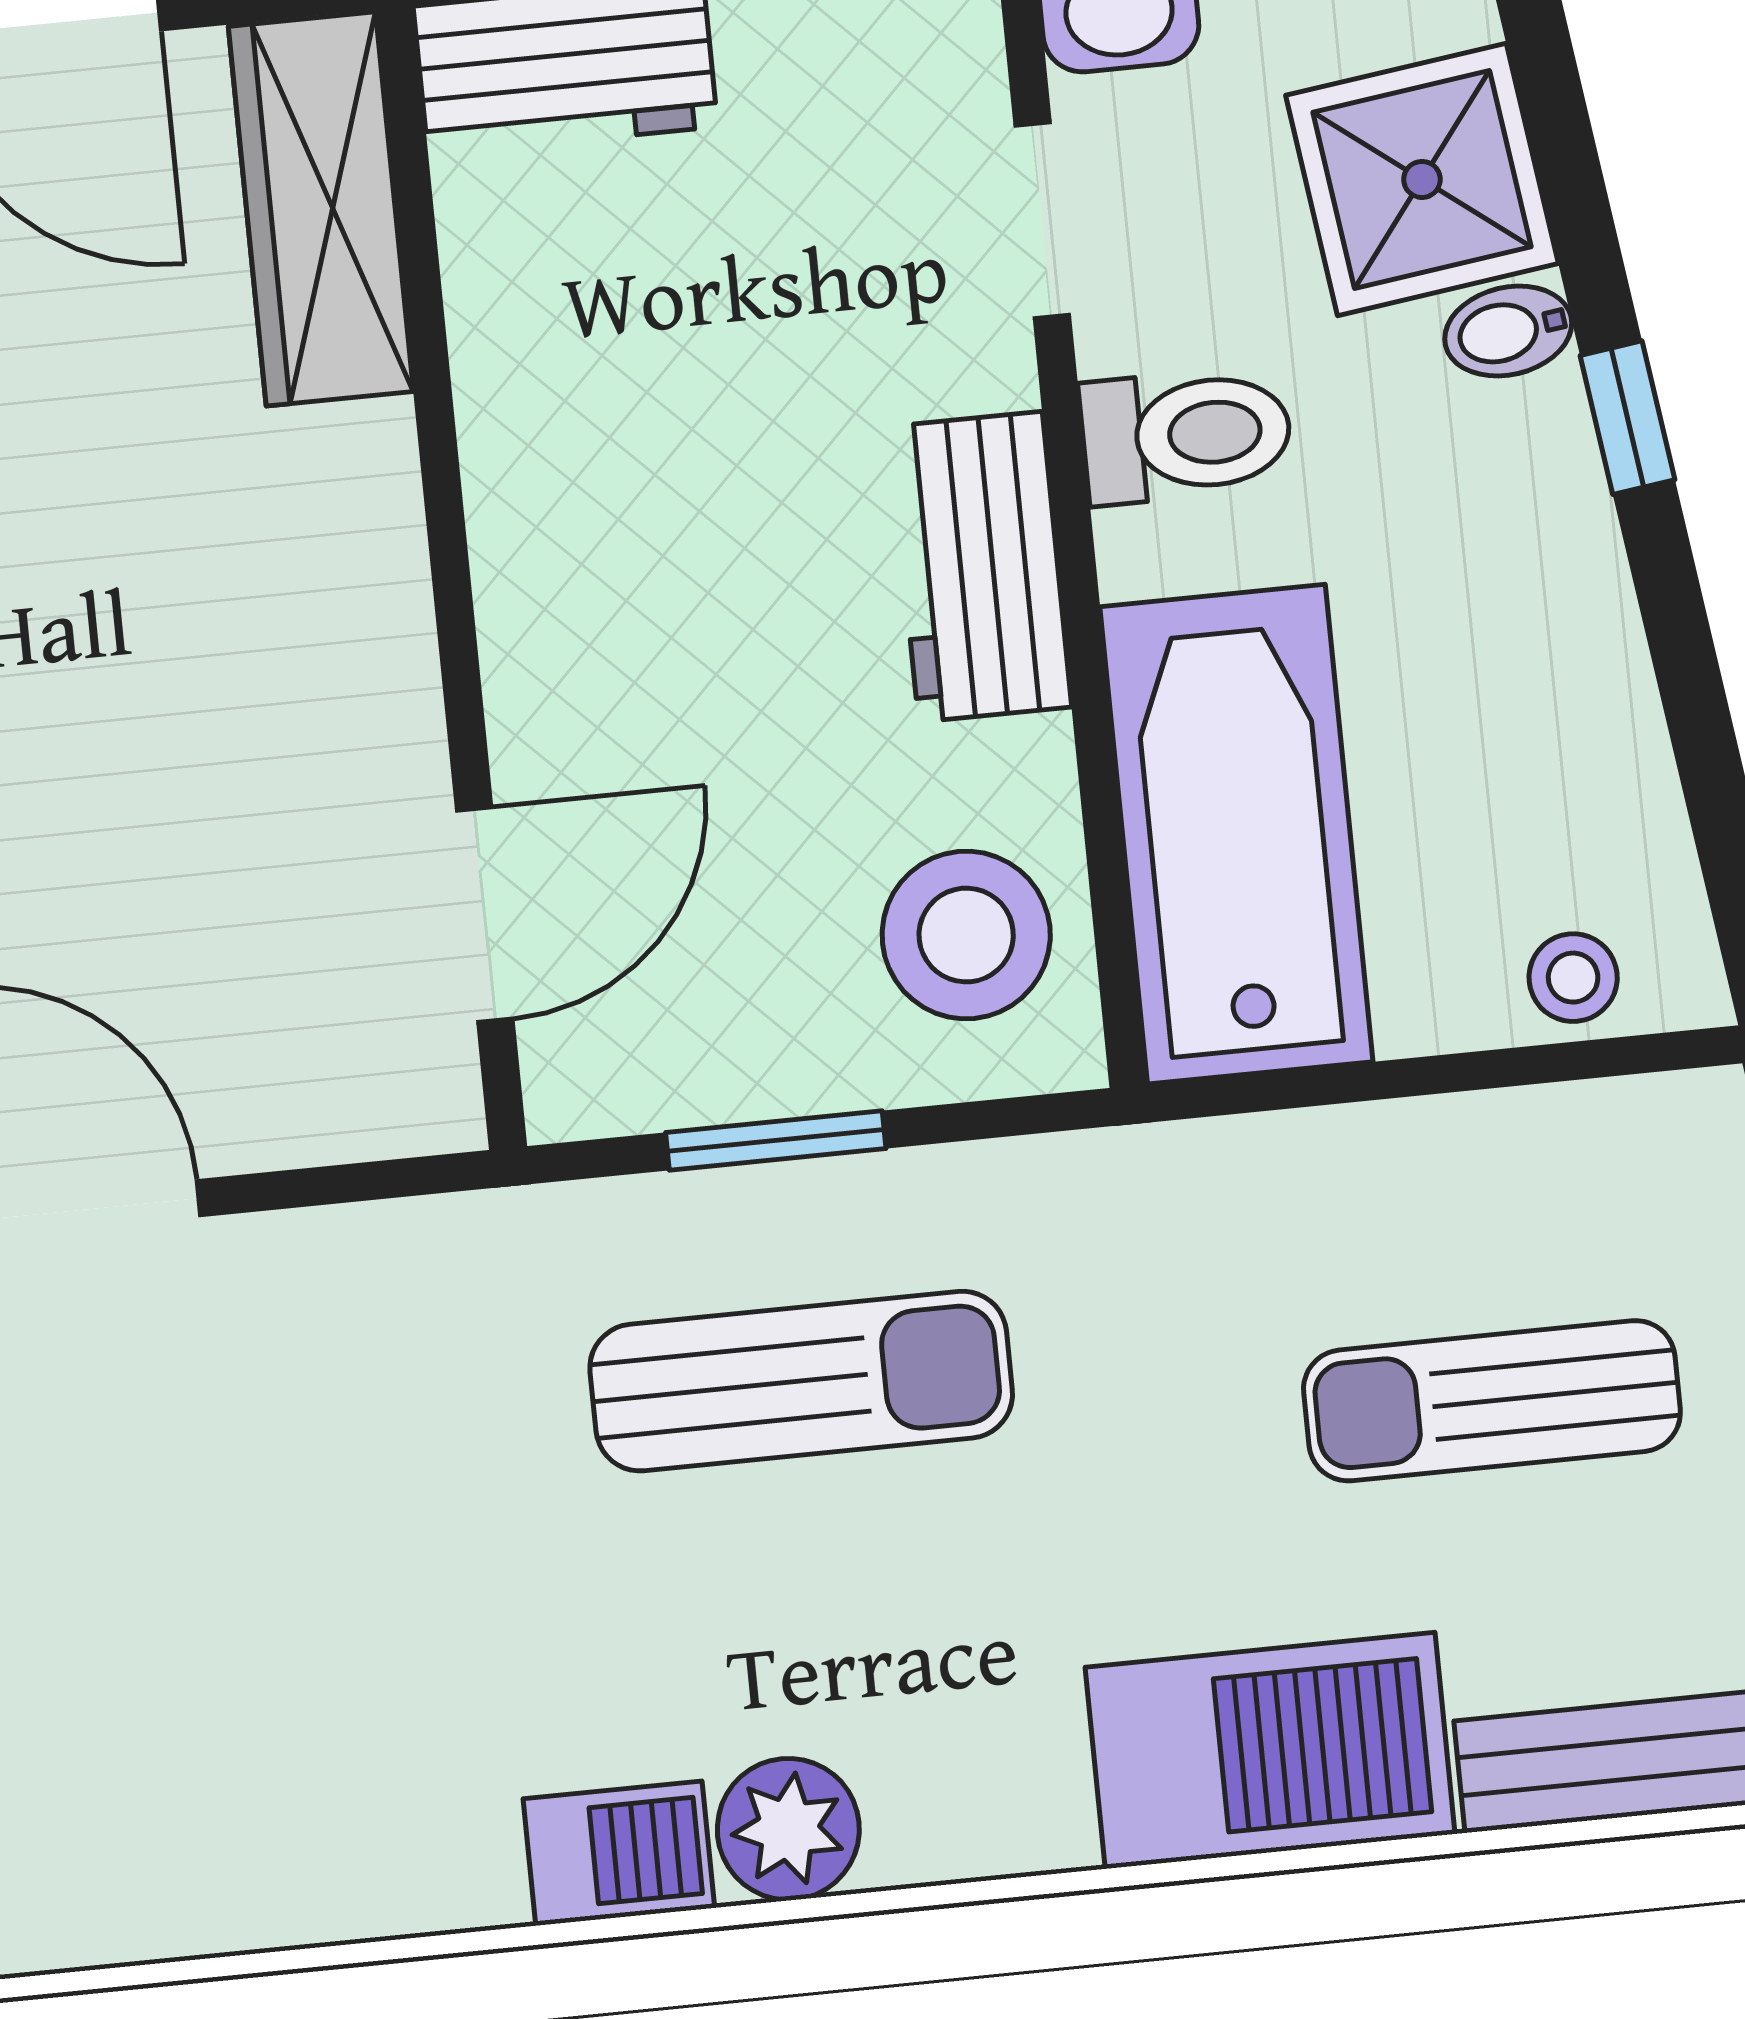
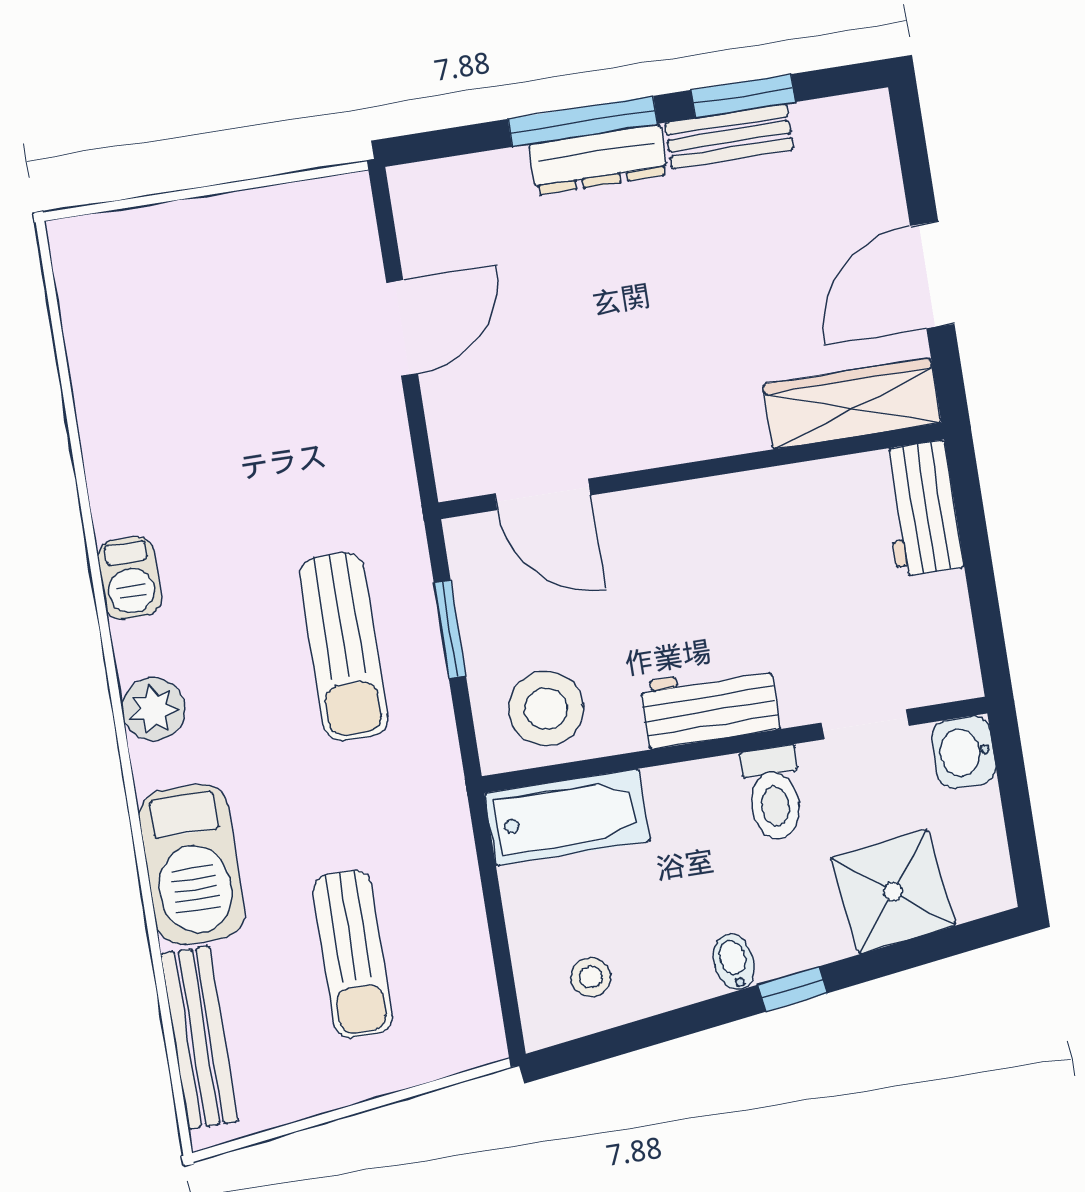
bidet: (1508, 331) -> (734, 962), moved
bathtub: (1236, 834) -> (567, 817), width x0.73, depth x0.73
stool: (1573, 978) -> (591, 977), moved
sun lounger: (1492, 1401) -> (353, 954), turned 180
plant: (788, 1829) -> (153, 709), moved

